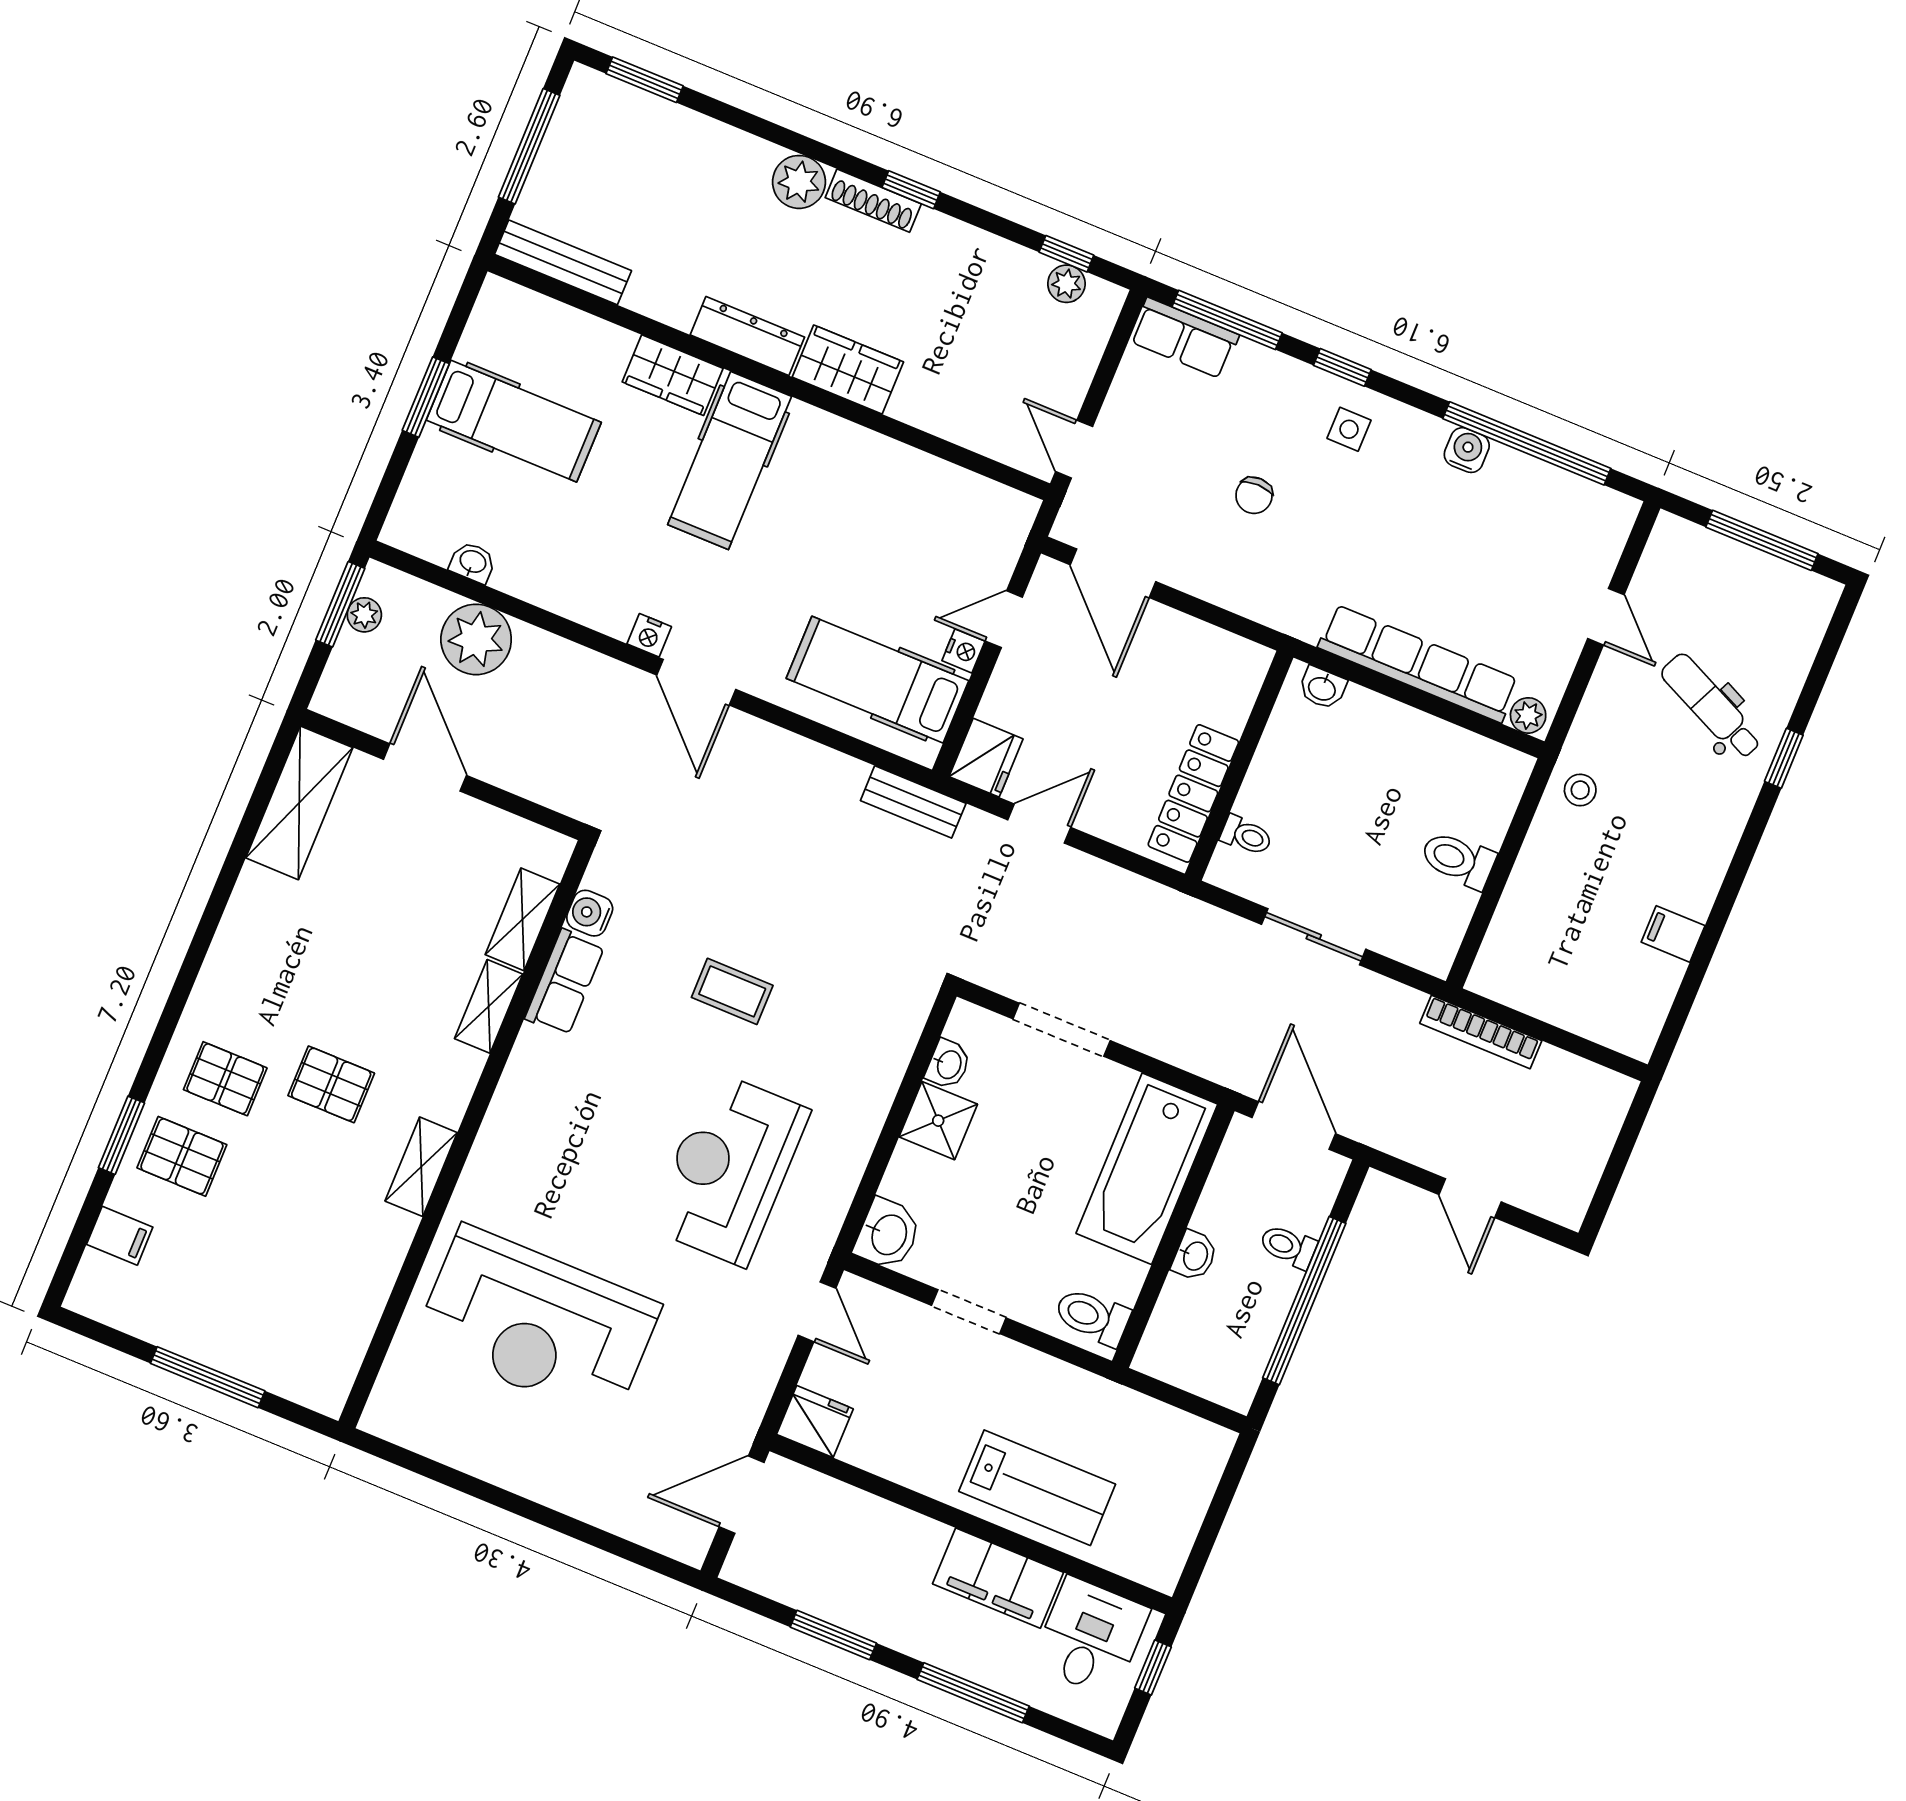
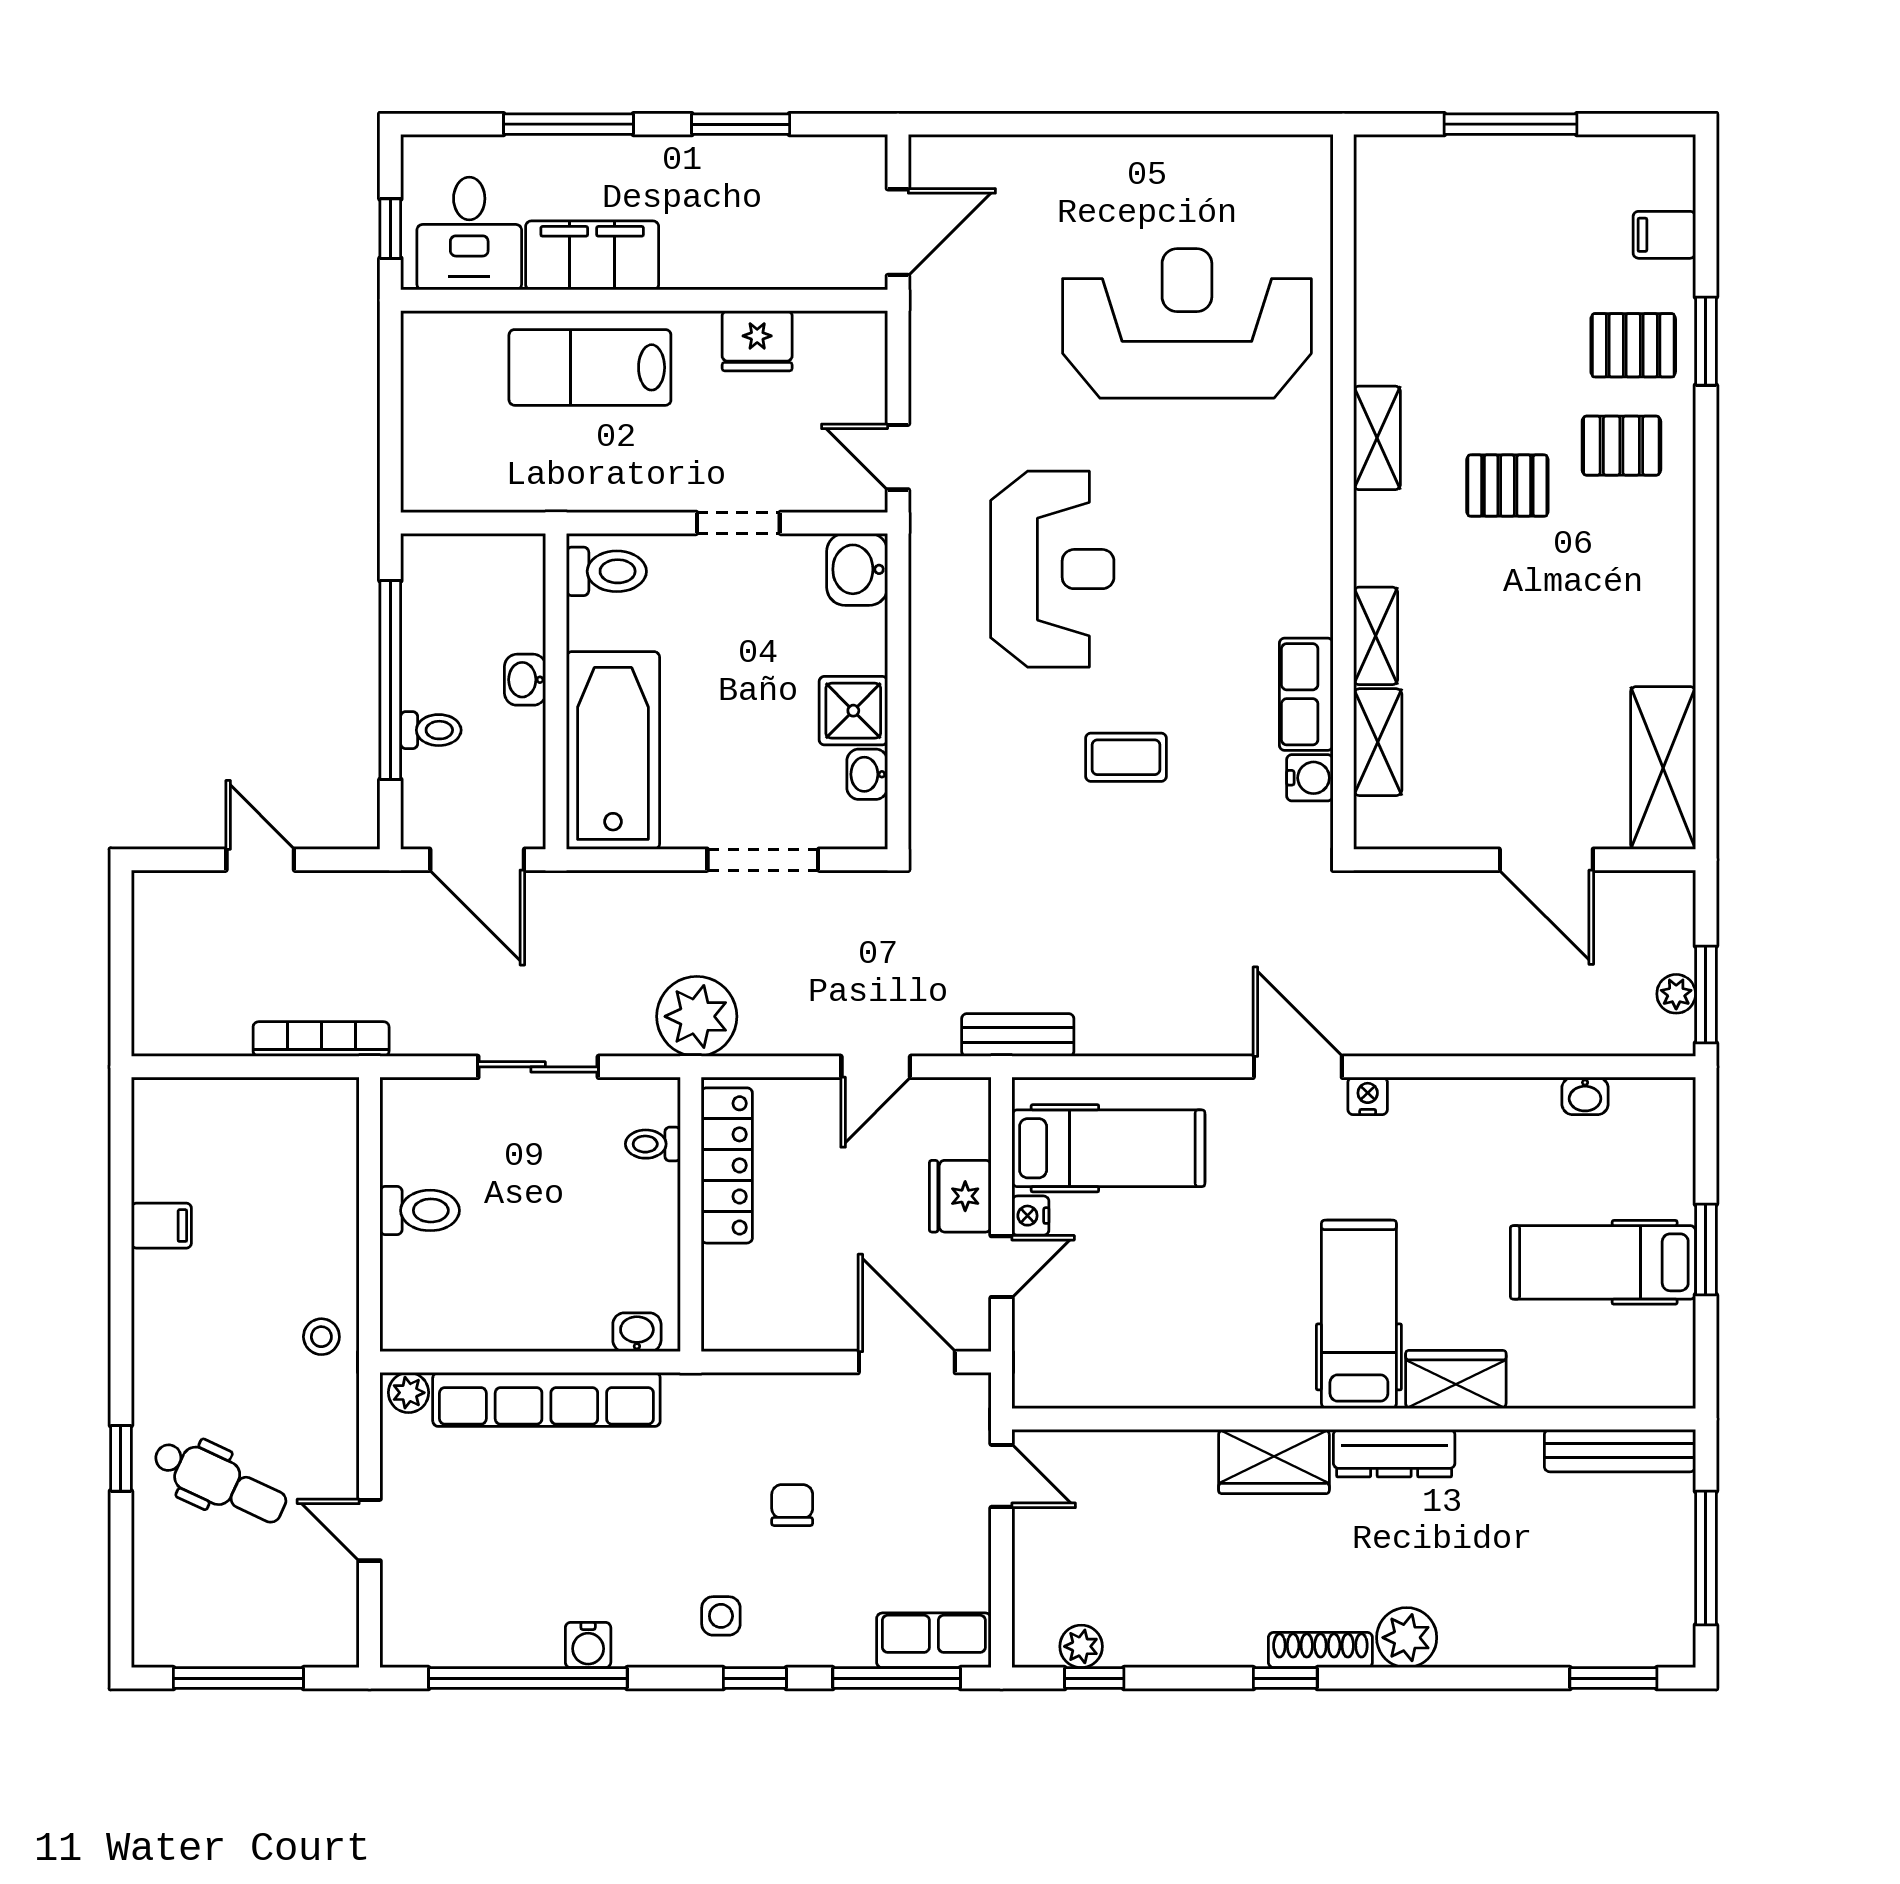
plant: (476, 639) -> (697, 1016), moved
fridge: (986, 758) -> (960, 1196), moved
fridge: (815, 1422) -> (757, 341), moved

